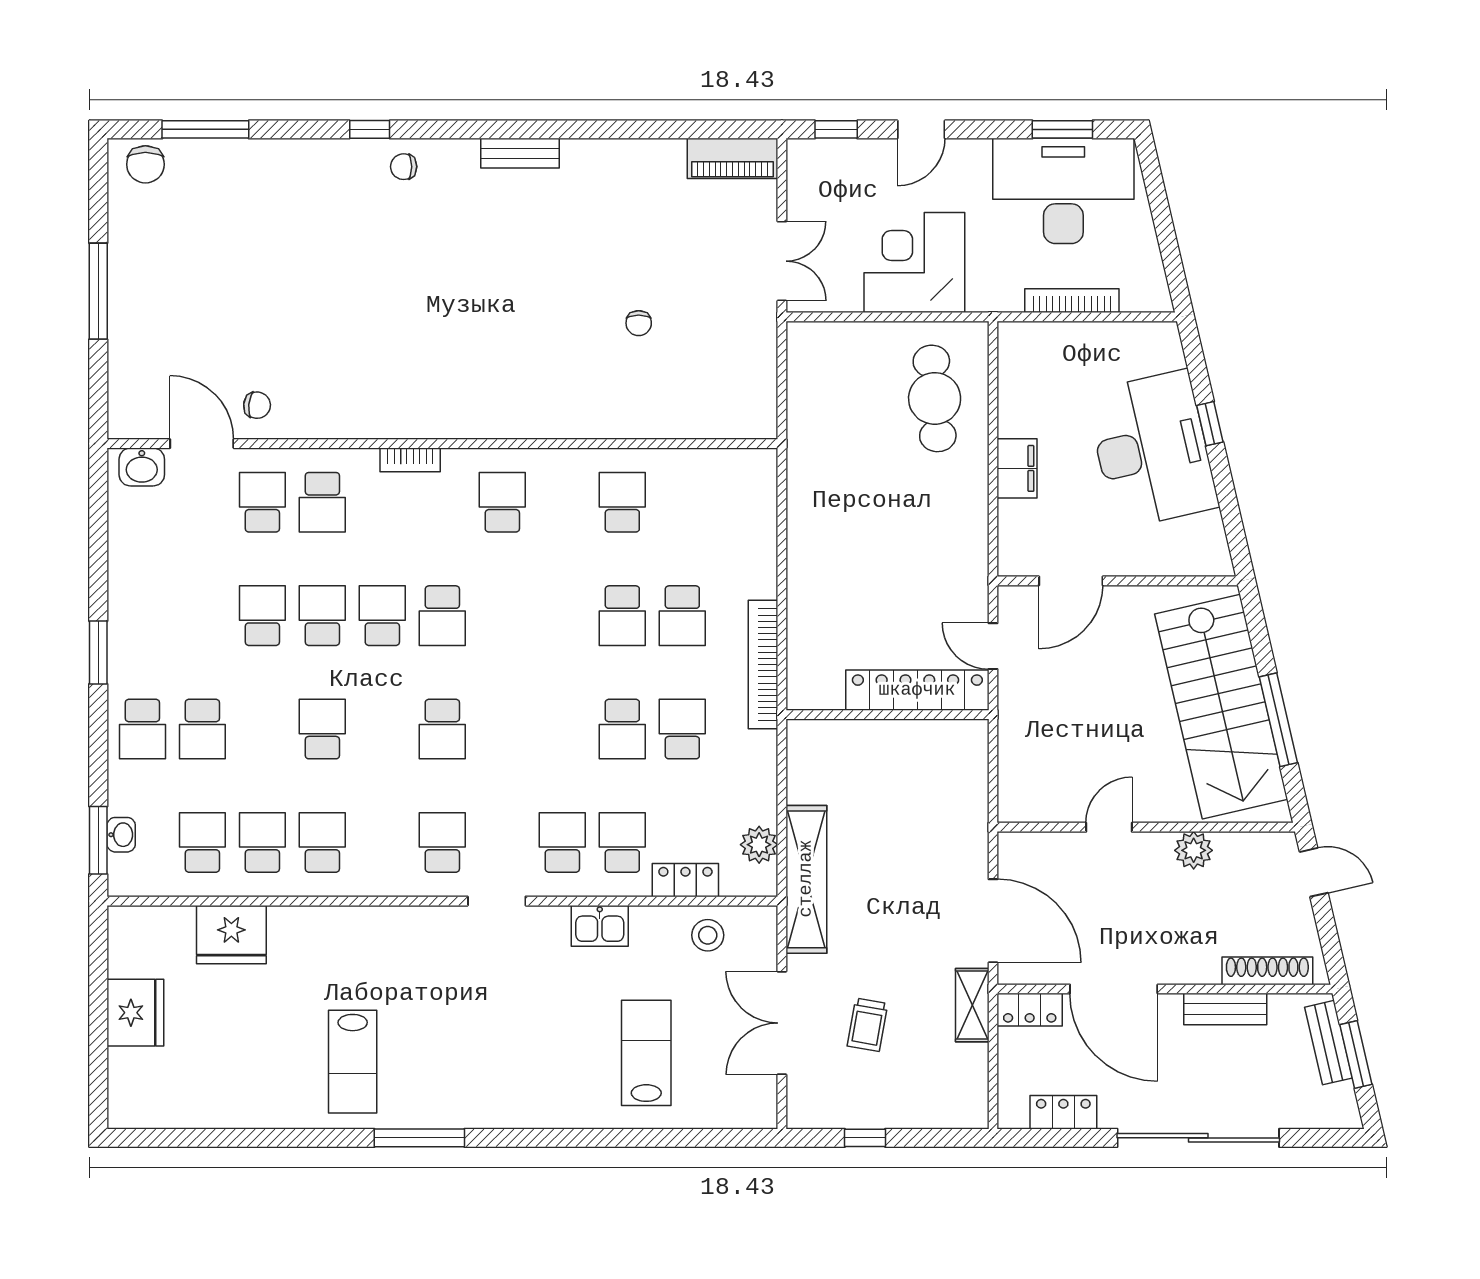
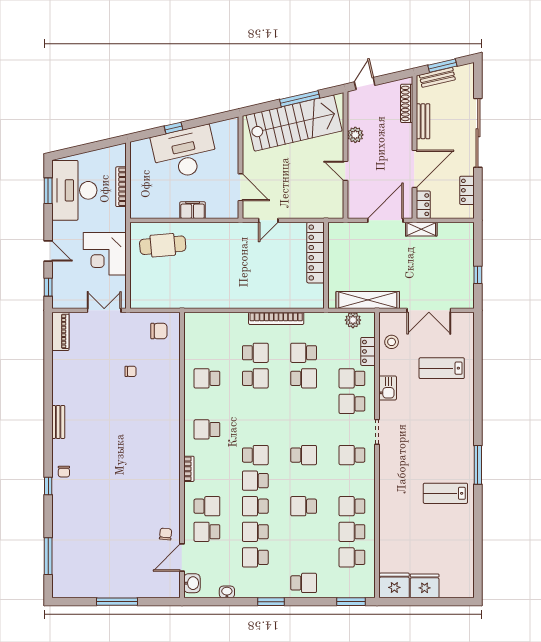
chair: (145, 164) -> (159, 331), moved
locker: (917, 690) -> (316, 253), moved
wall: (887, 715) -> (326, 265), moved
school desk: (202, 729) -> (255, 557), moved, turned 180
washbasin: (121, 835) -> (227, 592), moved
fridge: (231, 935) -> (394, 585), moved, turned -90
trolley: (867, 1025) -> (430, 274), removed
lab bench: (353, 1062) -> (445, 493), turned 180

